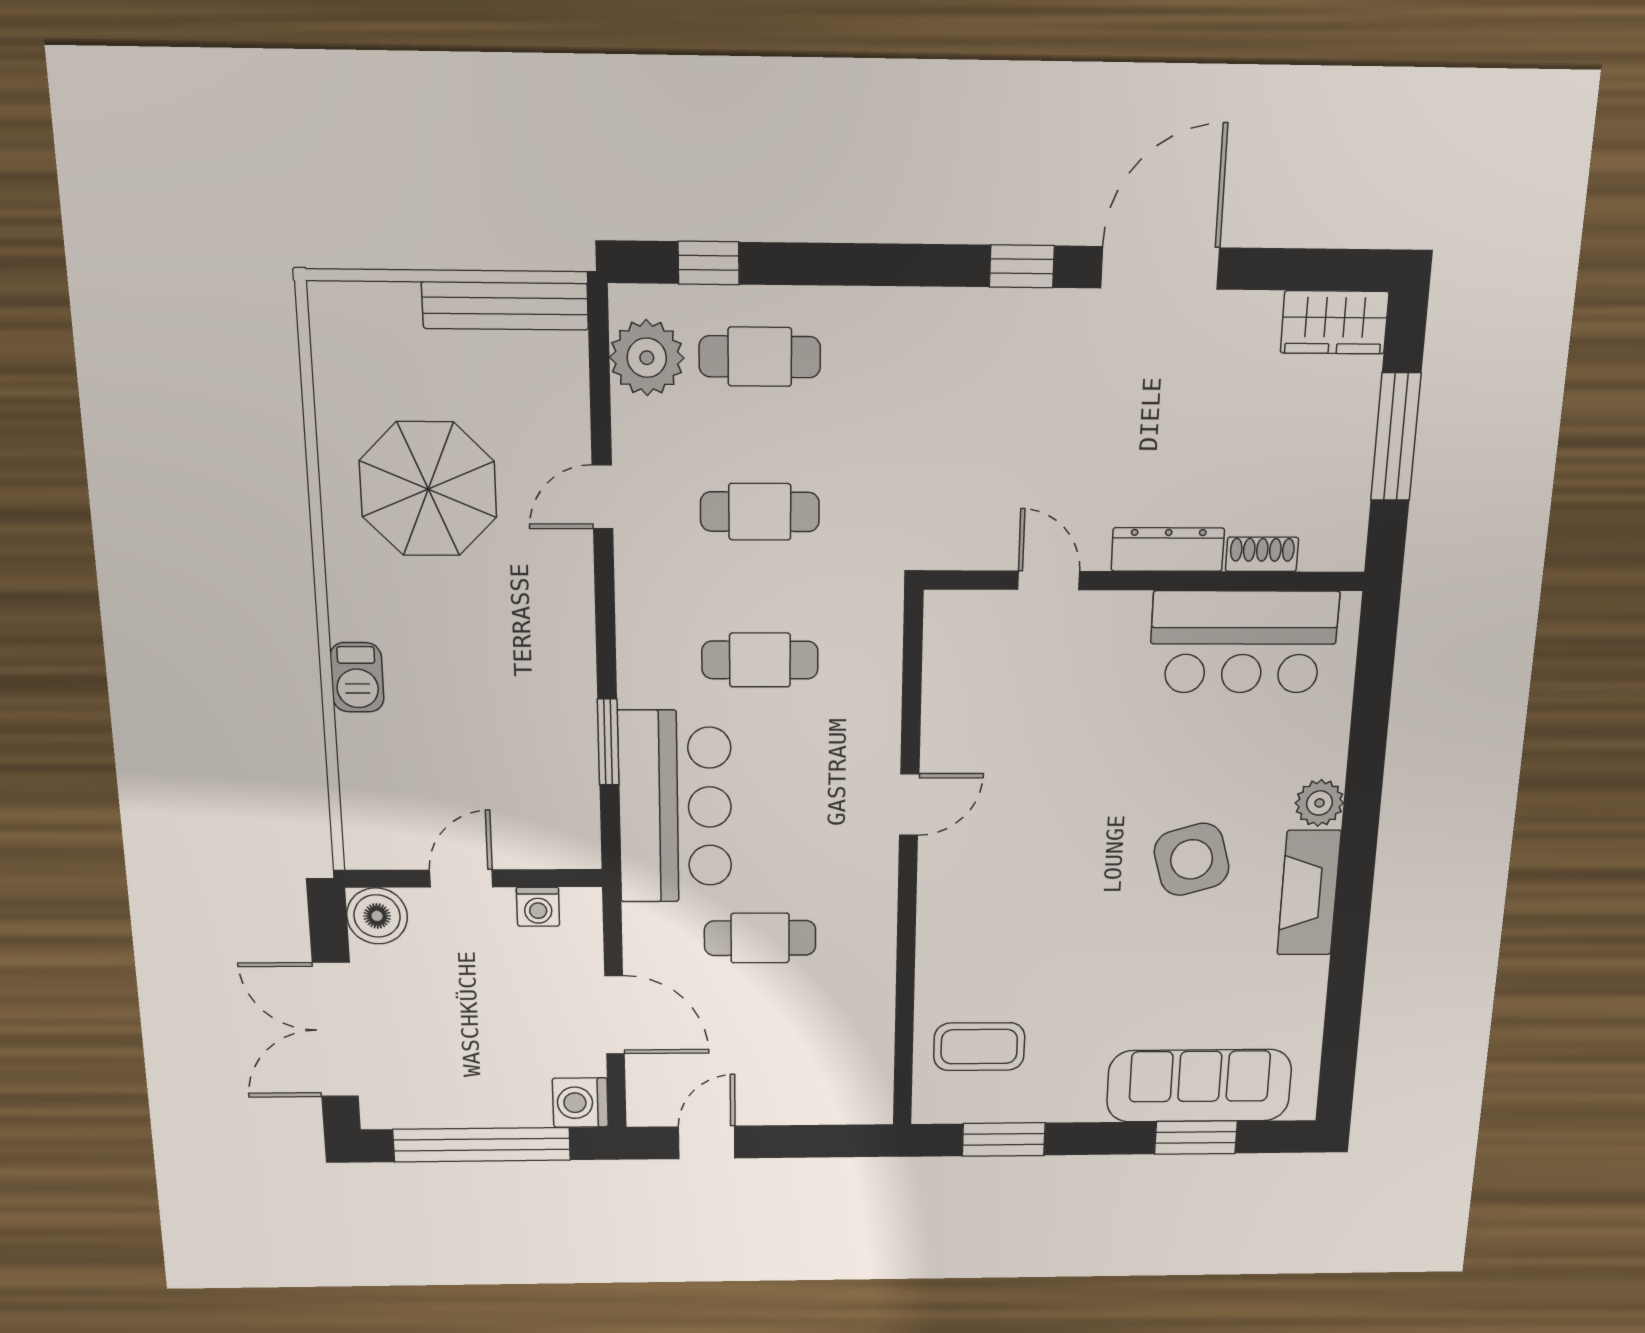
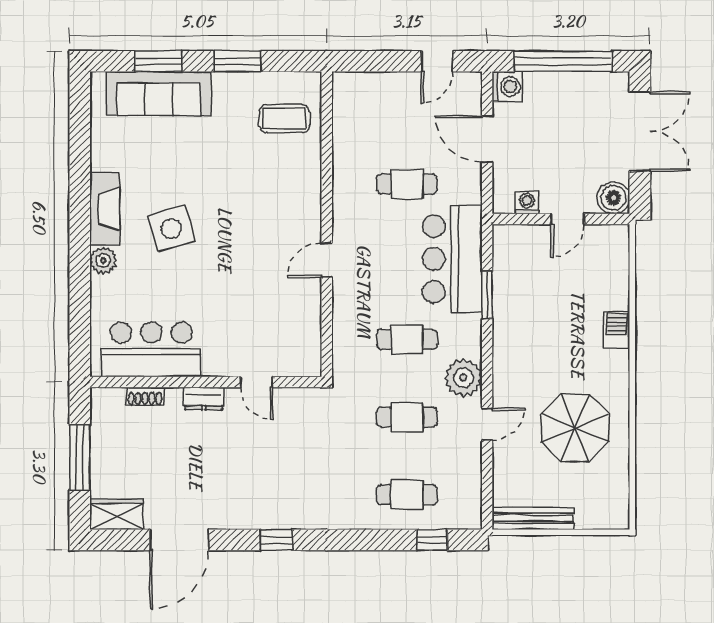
door: (1160, 268) -> (179, 540), moved
plant: (647, 358) -> (463, 378), moved
dresser: (1168, 550) -> (204, 398), width x0.70
window: (1004, 1139) -> (237, 61), moved

